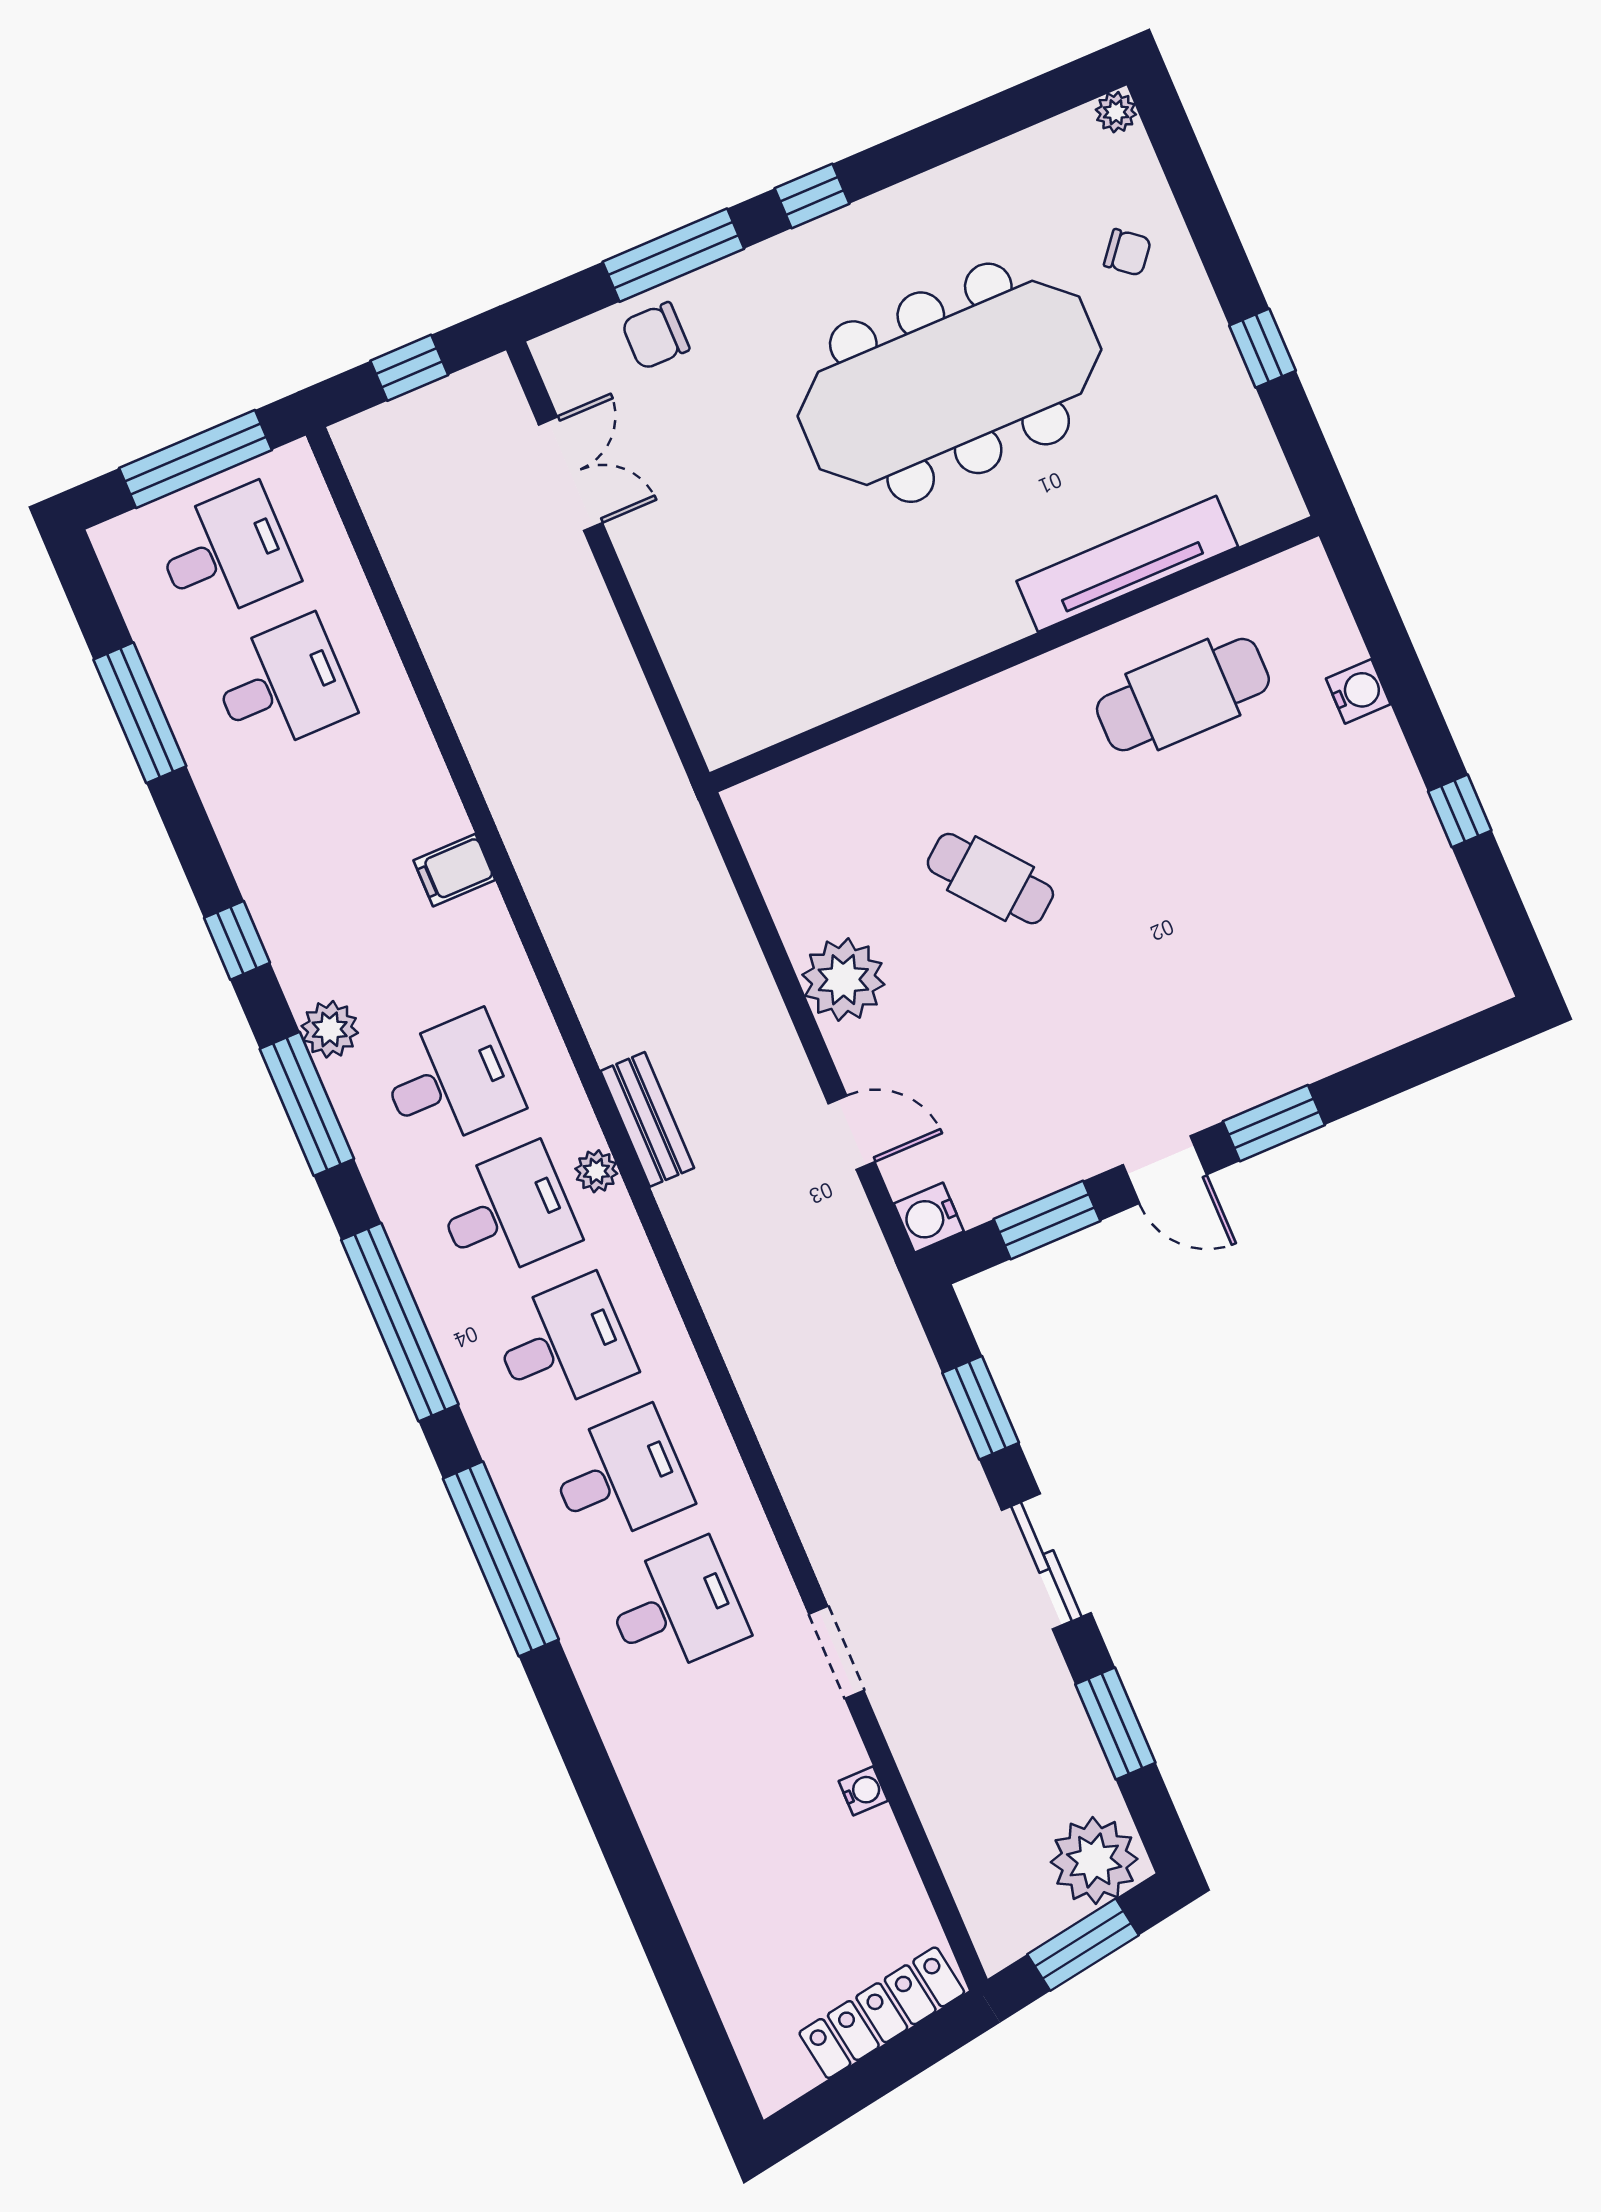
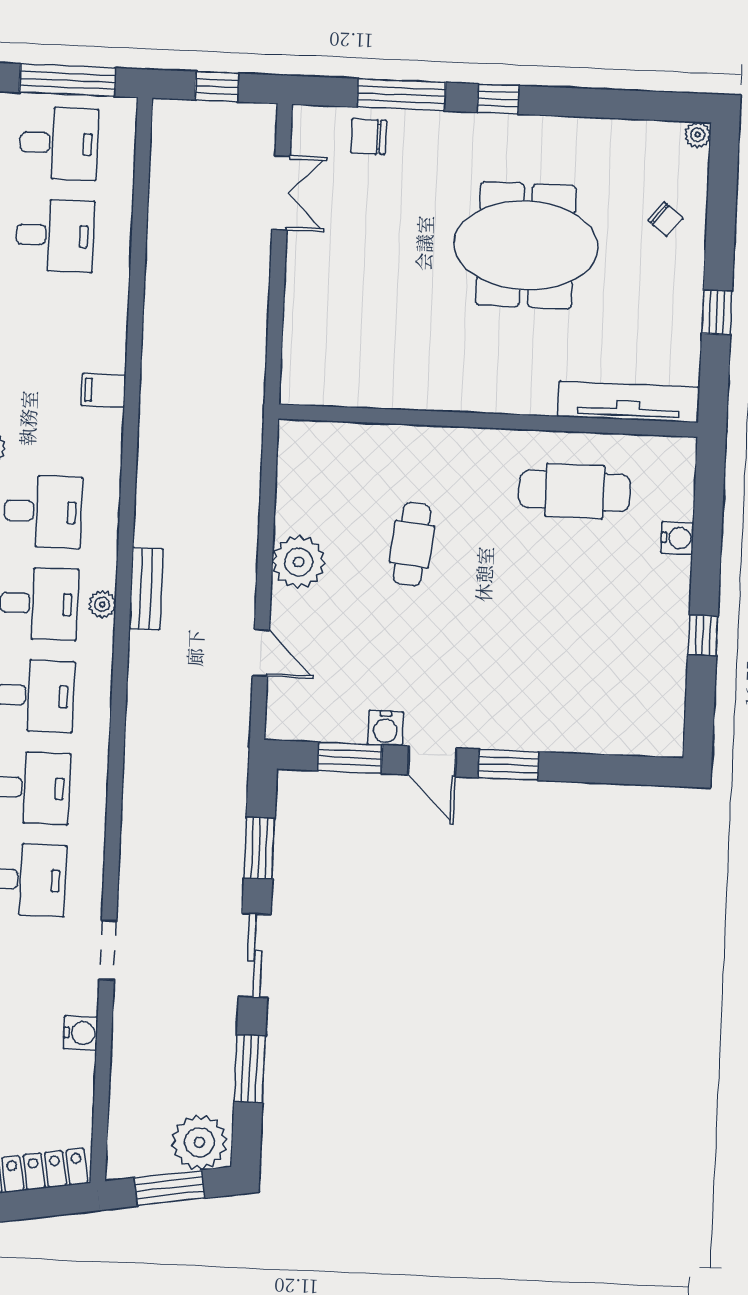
meeting table: (949, 383) -> (526, 245), width x0.73
tv unit: (1127, 564) -> (628, 402), moved
cafe table: (990, 879) -> (412, 544), turned 45
water cooler: (929, 1218) -> (385, 728), moved, turned -90
water cooler: (863, 1791) -> (80, 1033), width x1.38, depth x1.38

